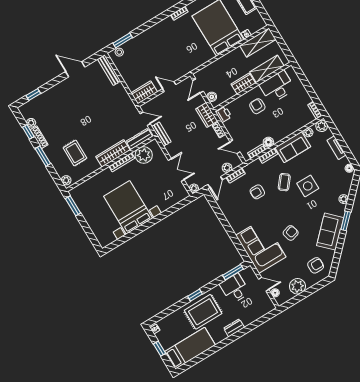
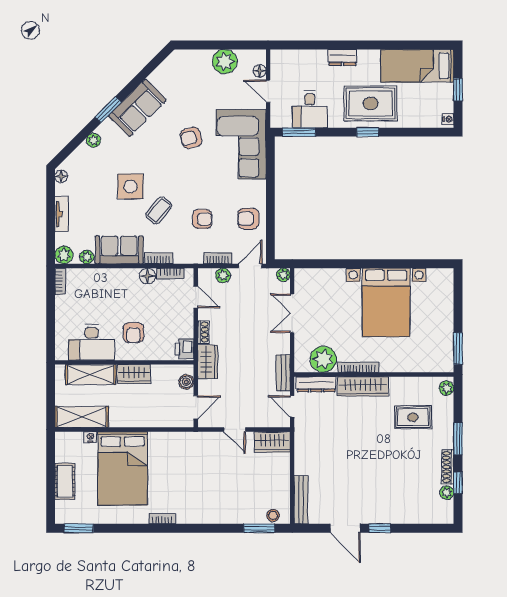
window: (33, 95) -> (380, 528), moved
rug: (75, 153) -> (413, 417), turned 90
armchair: (316, 265) -> (248, 219), moved

